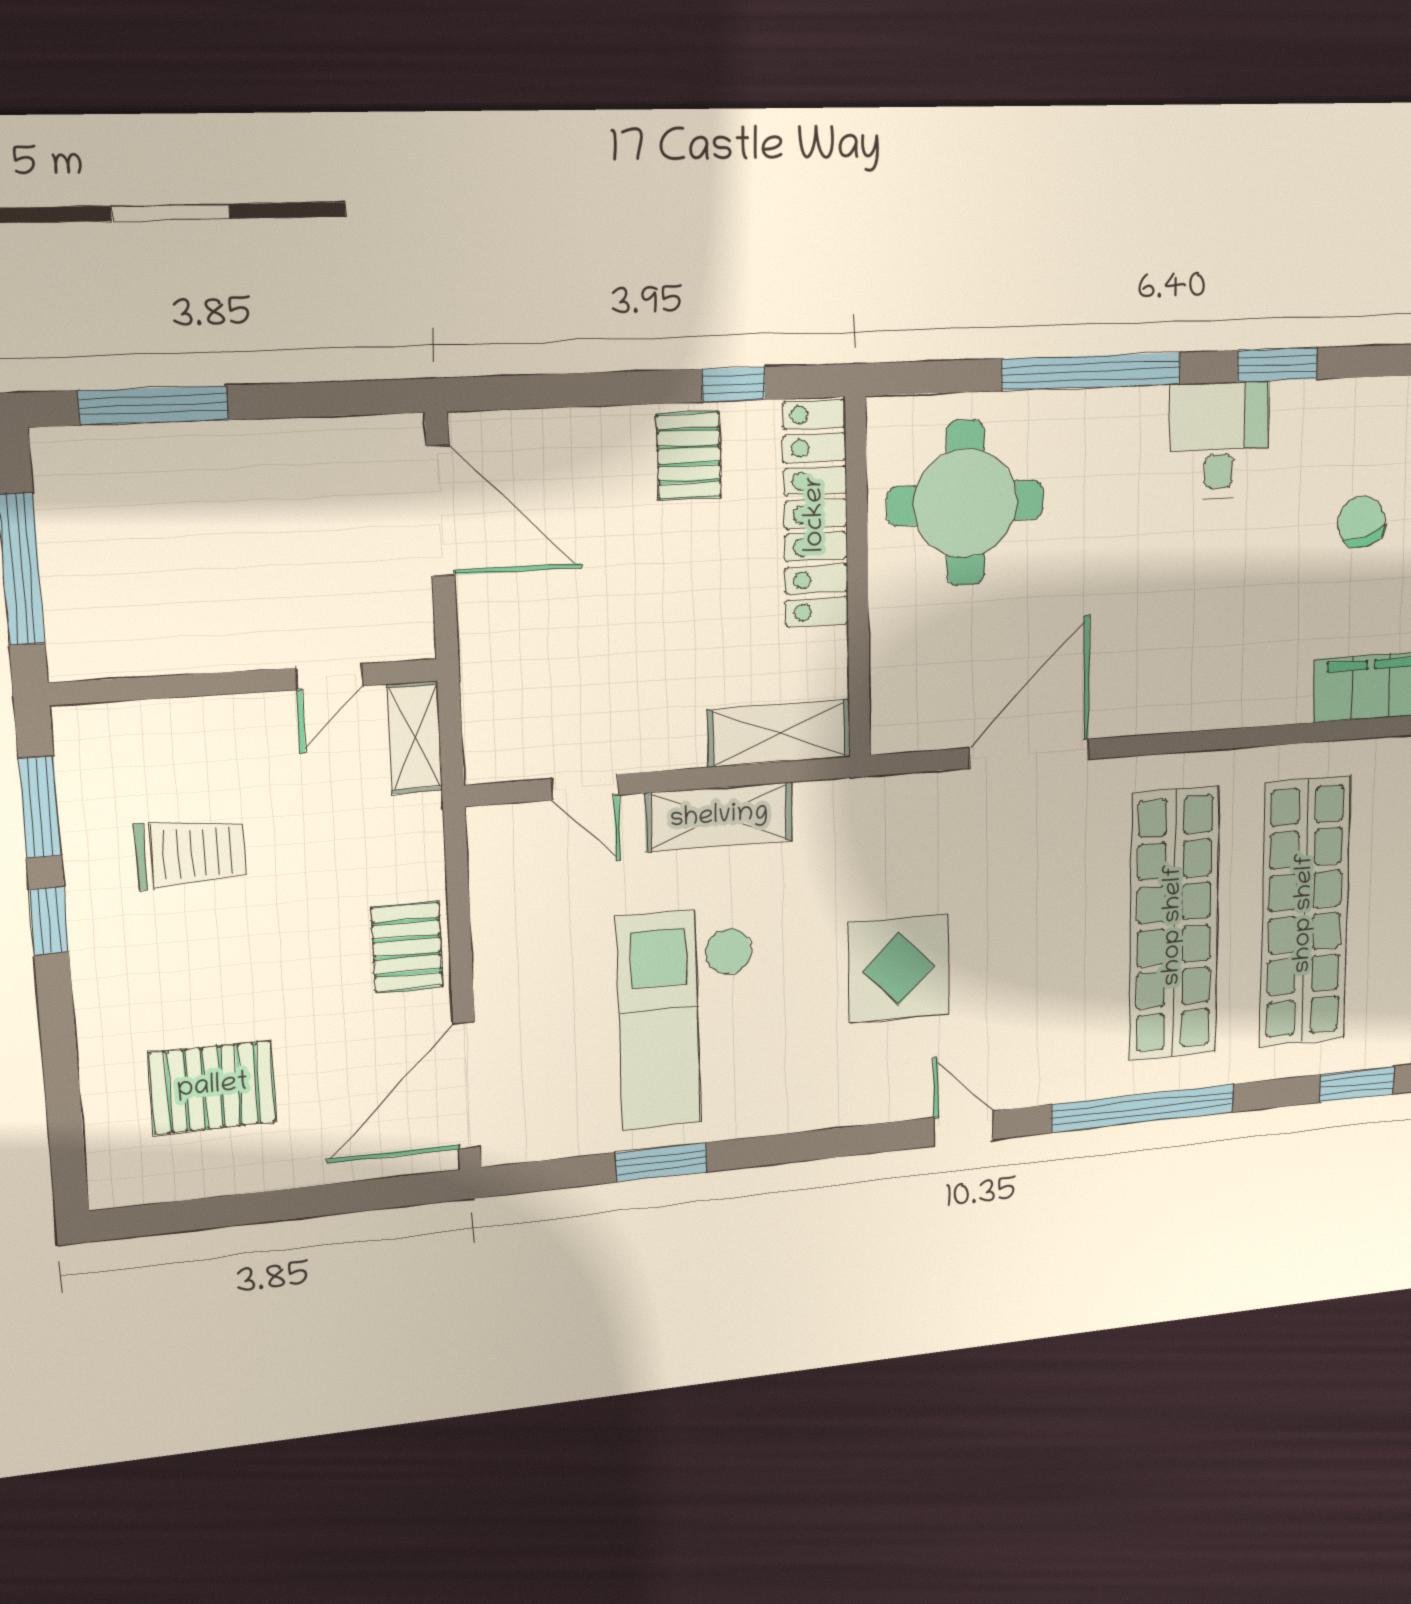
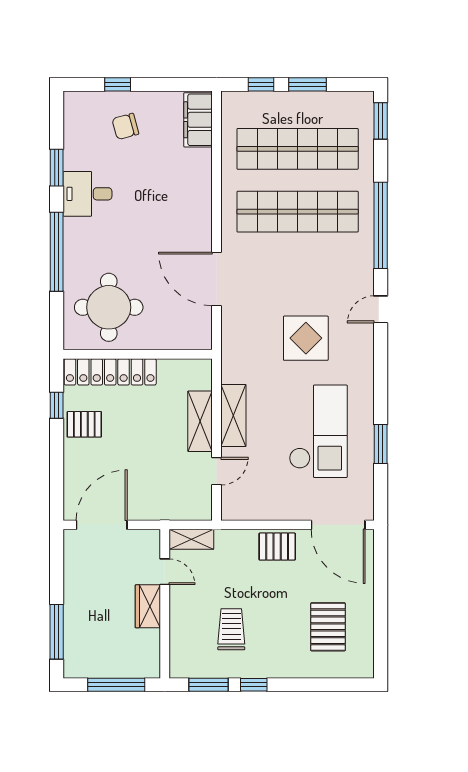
wardrobe: (237, 640) -> (148, 606), added
shelving: (779, 733) -> (200, 421), moved
checkout: (687, 1017) -> (318, 431), turned -90

